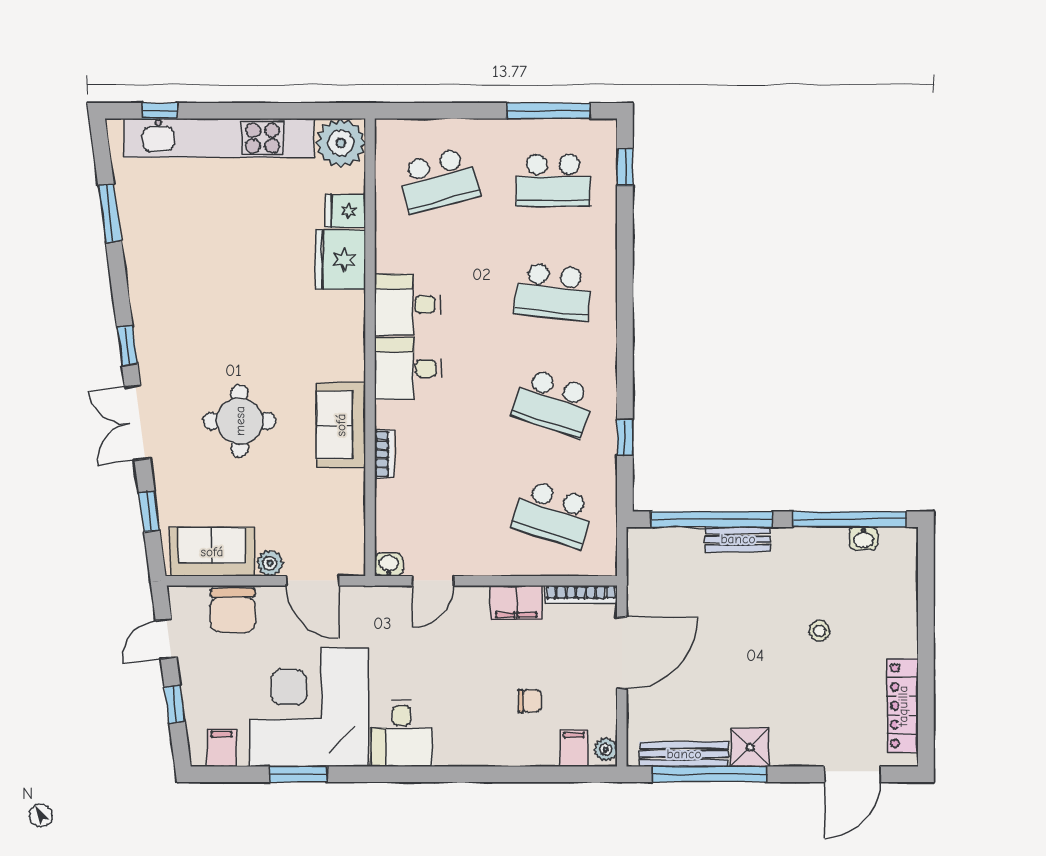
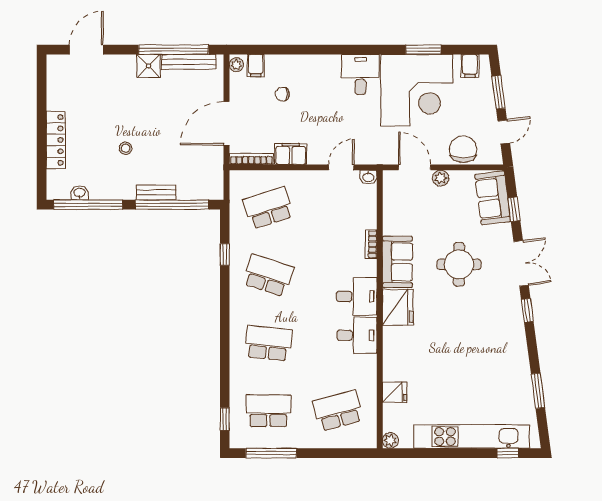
plant: (341, 143) -> (390, 440), width x0.53, depth x0.53
fridge: (340, 260) -> (398, 307), moved
school desk: (553, 514) -> (268, 208), turned -36
sofa: (212, 552) -> (493, 198), moved, turned 82
stool: (820, 631) -> (126, 148), moved
window: (175, 704) -> (498, 92), width x1.50
locker: (903, 706) -> (56, 140), moved

